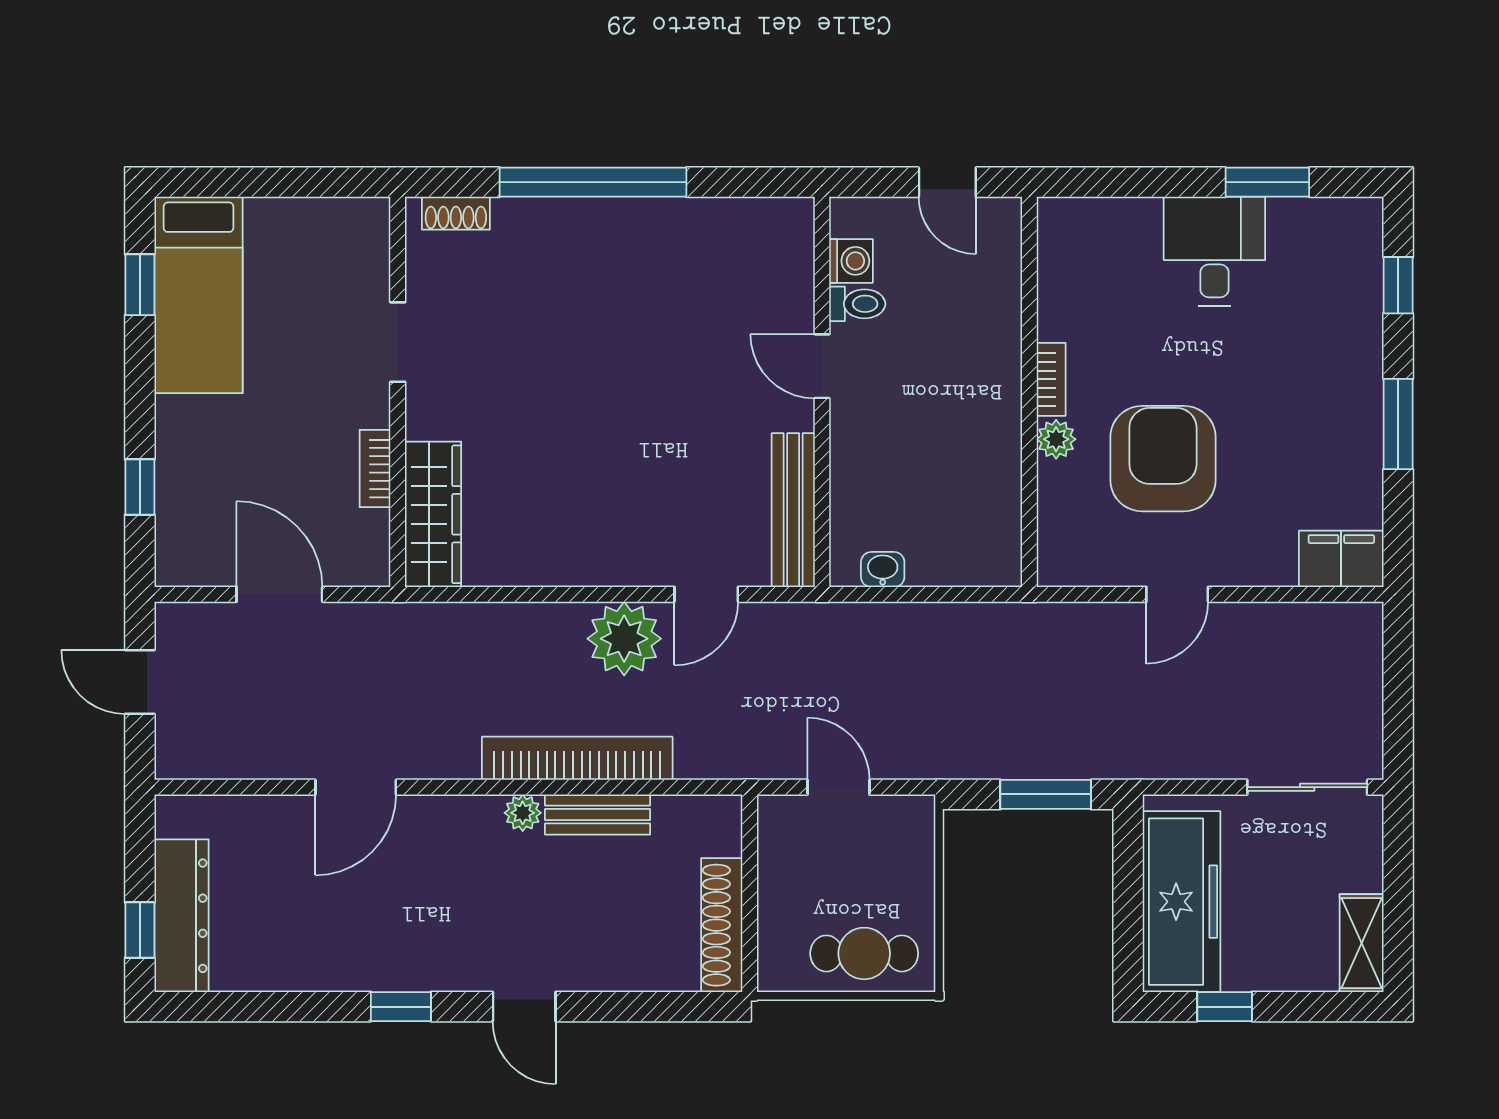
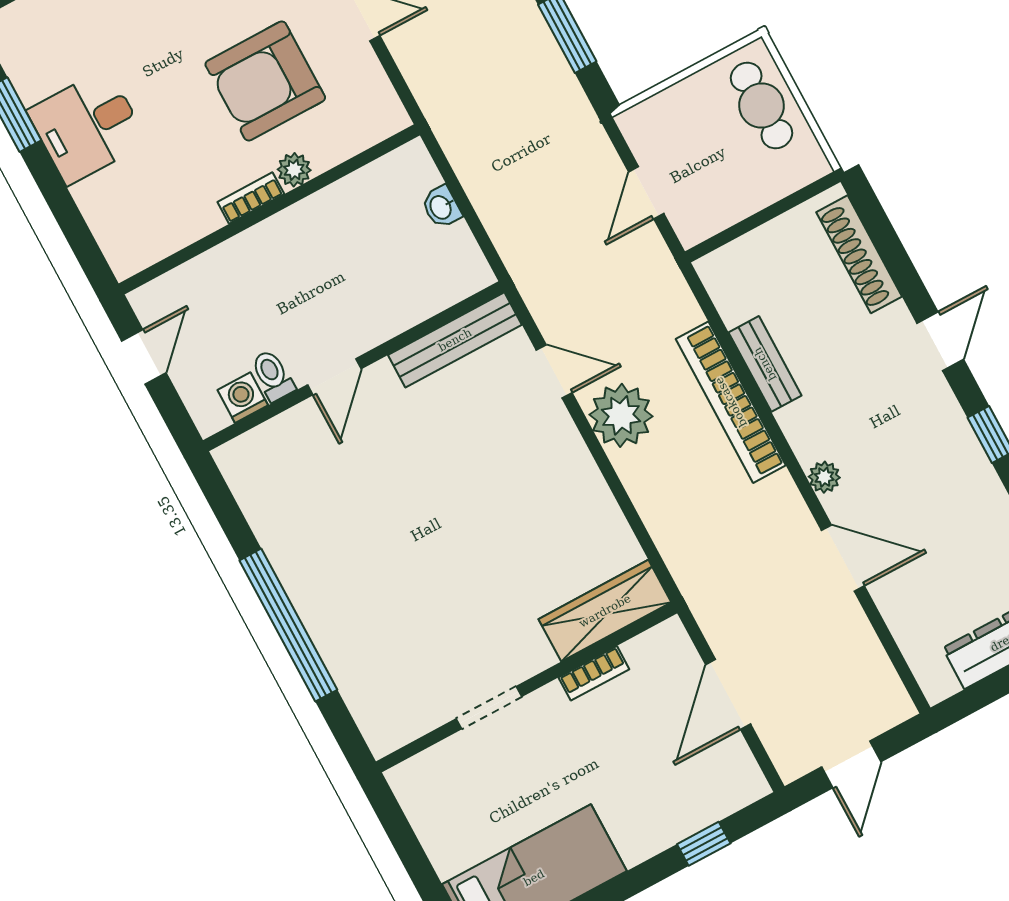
shoe rack: (456, 213) -> (368, 716), removed
washbasin: (883, 570) -> (441, 207), moved
plant: (523, 813) -> (824, 477), moved
shoe rack: (722, 925) -> (859, 254), moved, turned 90

